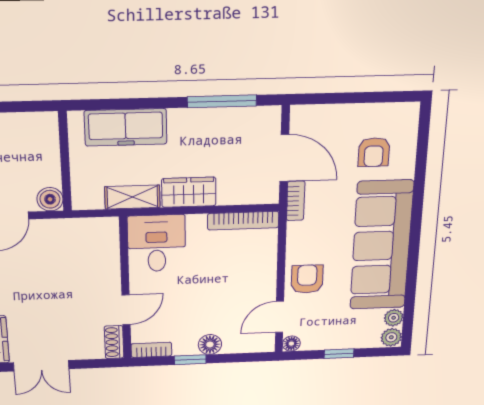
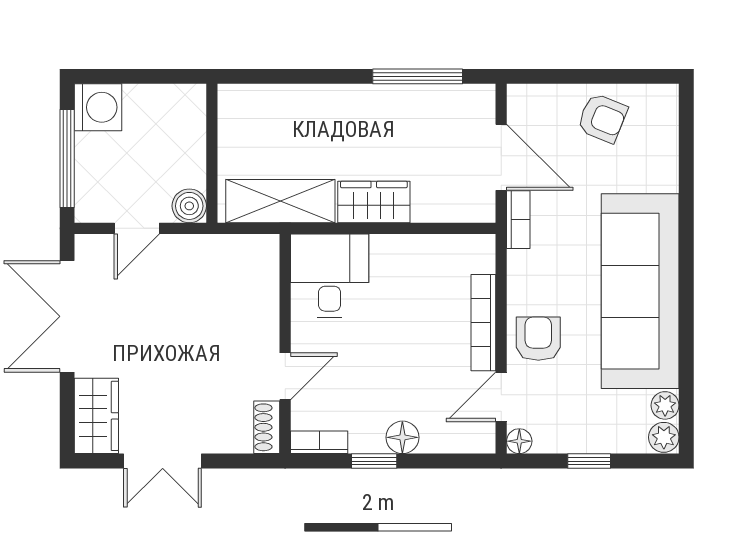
freezer: (126, 127) -> (292, 108), removed
armchair: (374, 152) -> (602, 118), moved, turned -68
shelving: (132, 197) -> (280, 201), width x1.50, depth x1.33
bookcase: (243, 221) -> (483, 323), moved, turned 90

